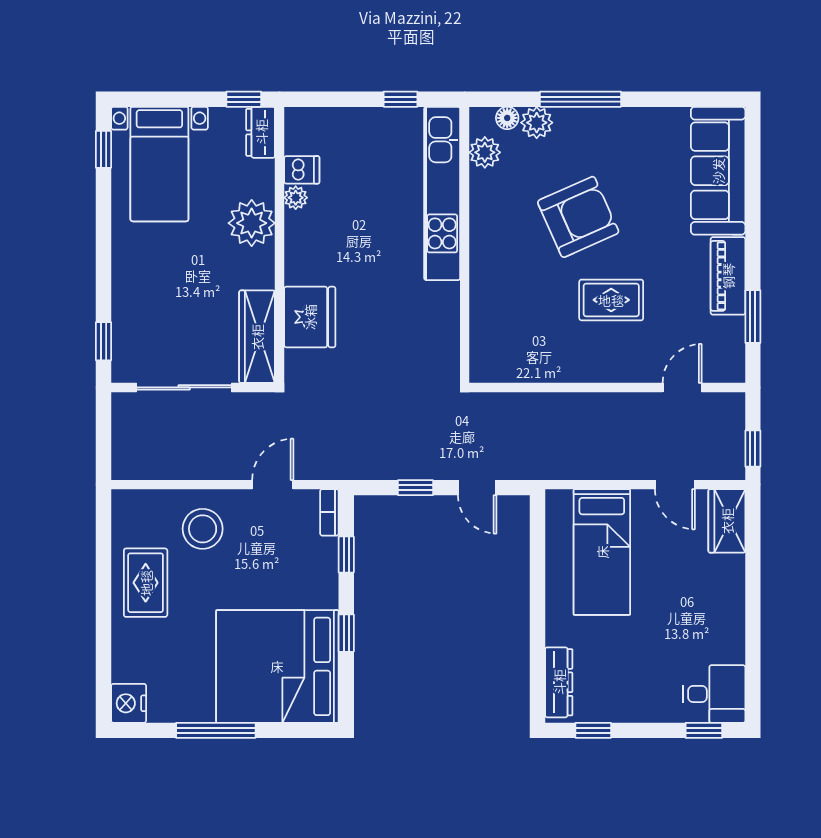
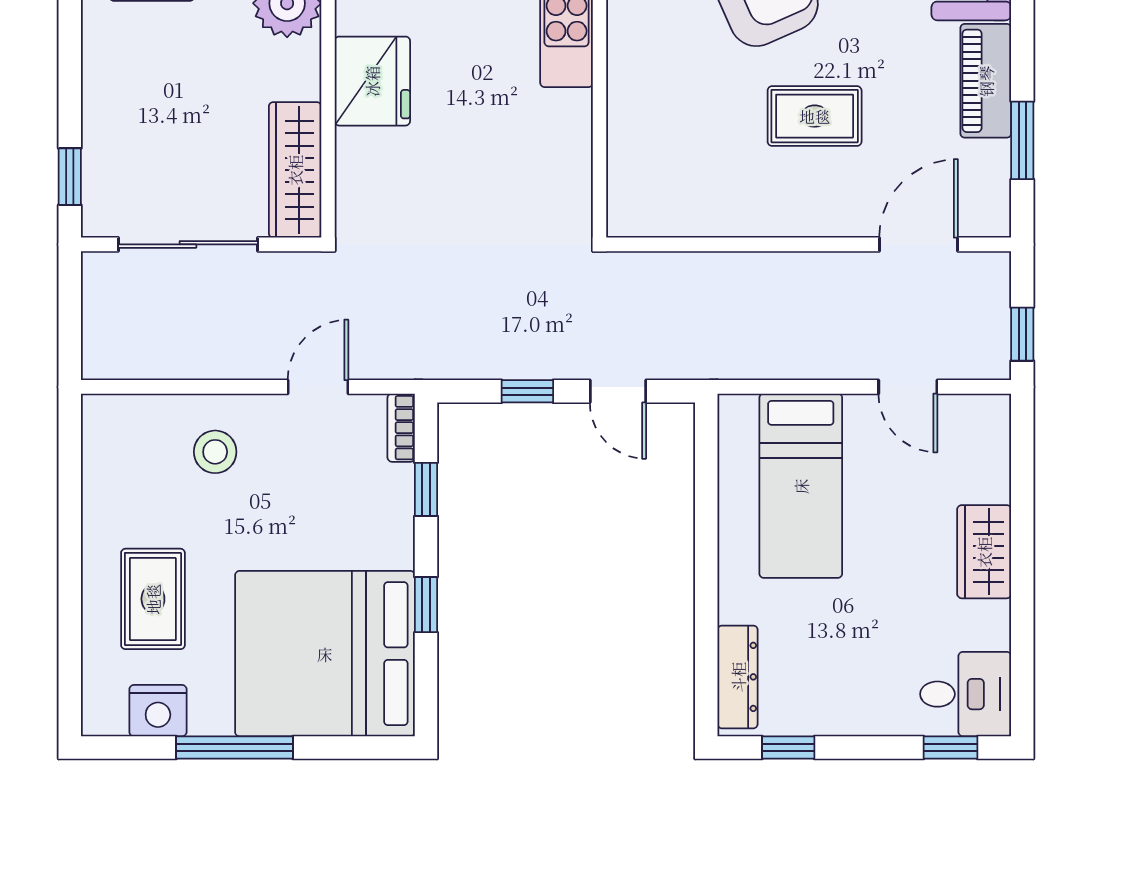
fridge: (310, 317) -> (372, 81), moved
door: (682, 387) -> (919, 244), width x1.38
wardrobe: (727, 521) -> (984, 552), moved
stool: (203, 529) -> (215, 452), width x0.73, depth x0.73
rug: (146, 583) -> (153, 599), moved
nightstand: (129, 703) -> (158, 711), moved, turned -90

